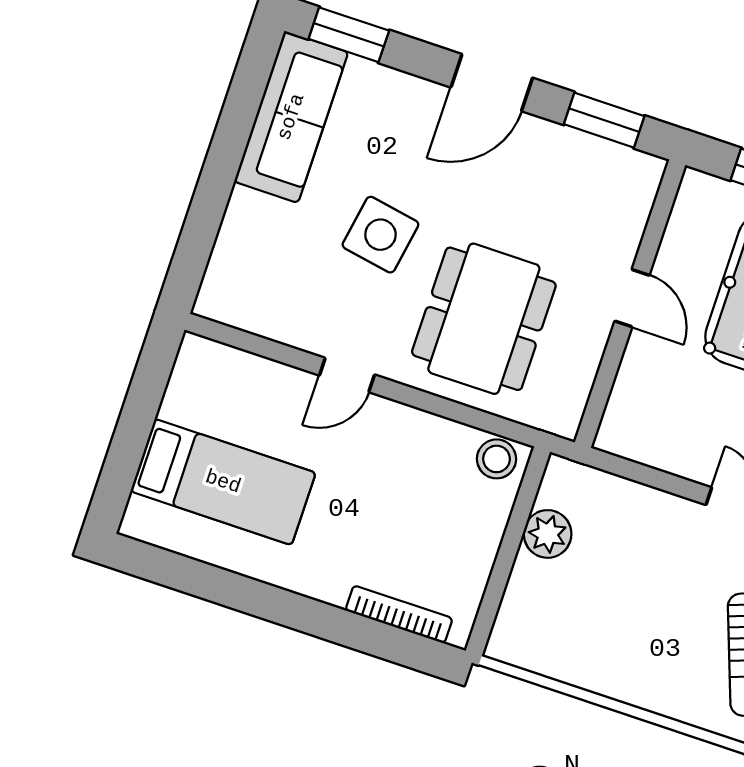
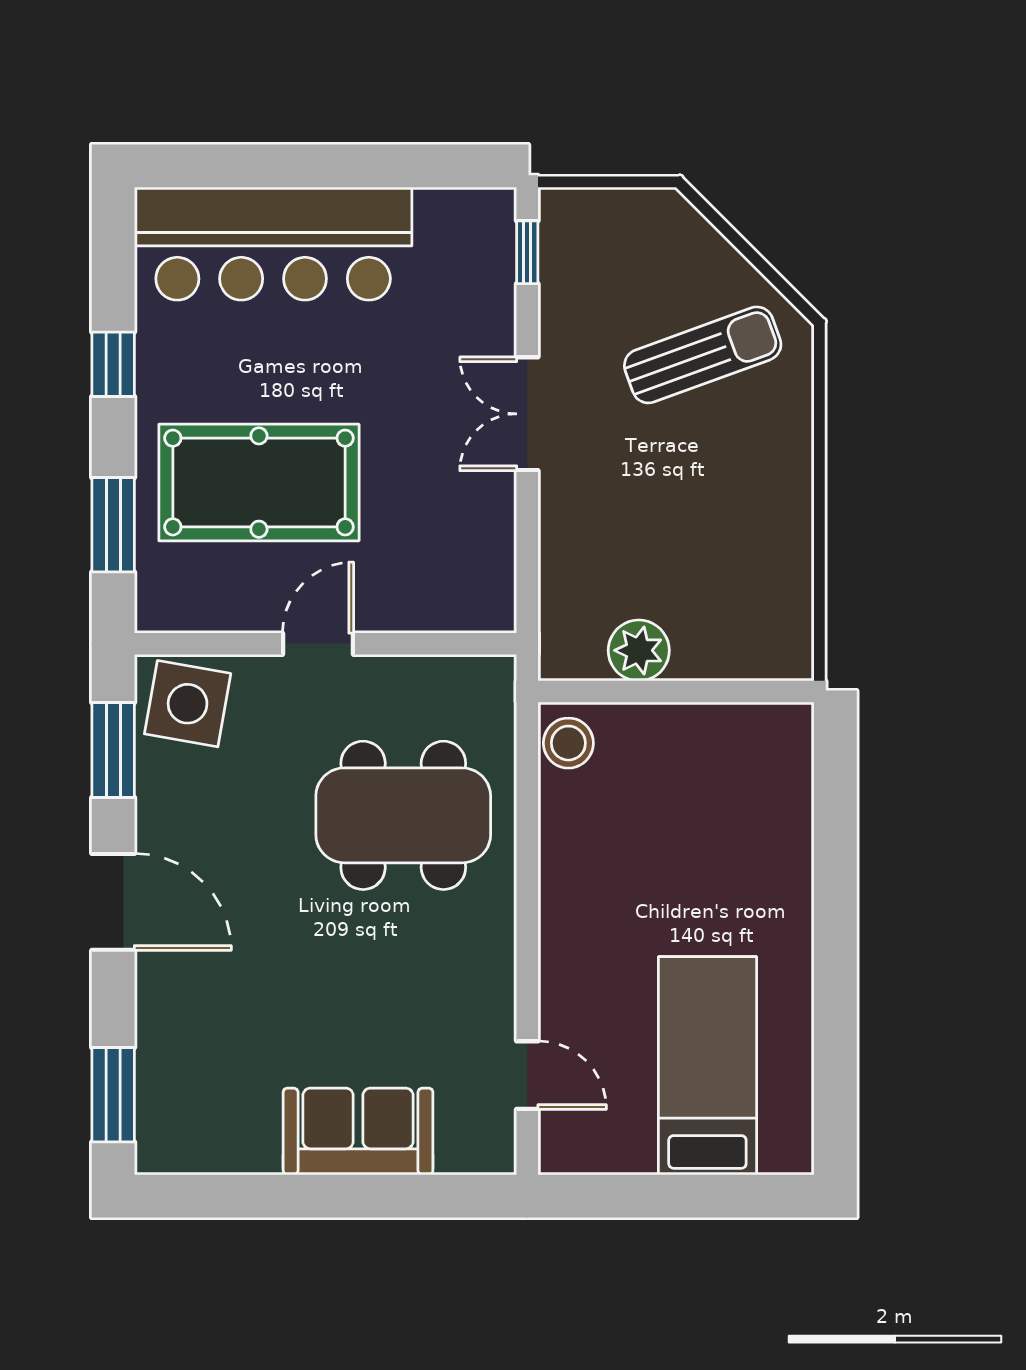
sofa: (291, 117) -> (358, 1131), moved, width x0.73
side table: (380, 235) -> (188, 704), moved
door: (347, 375) -> (527, 1075), moved
bookcase: (399, 614) -> (797, 798), removed

